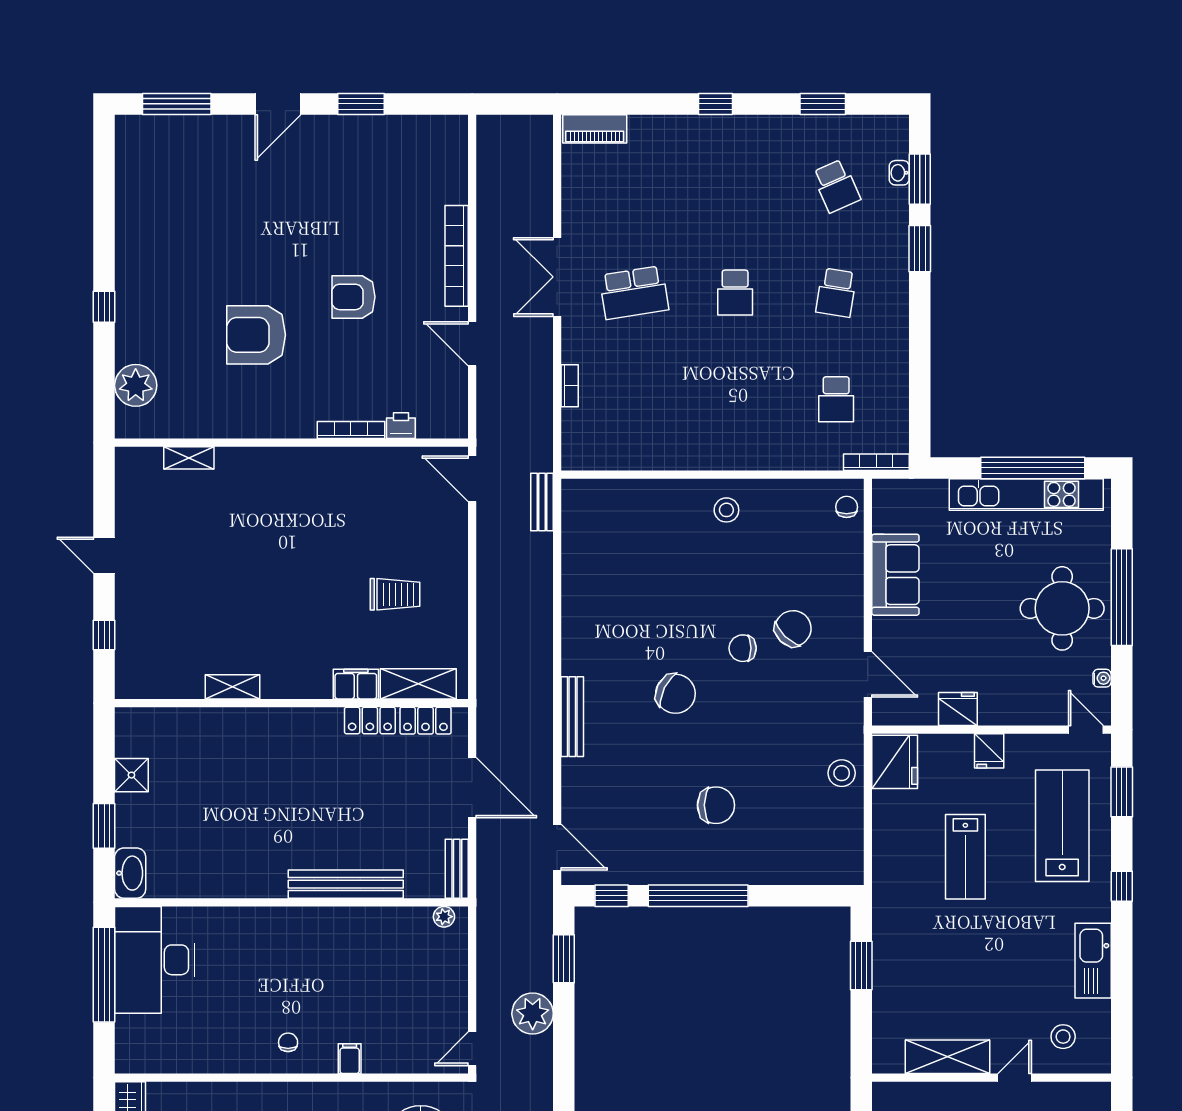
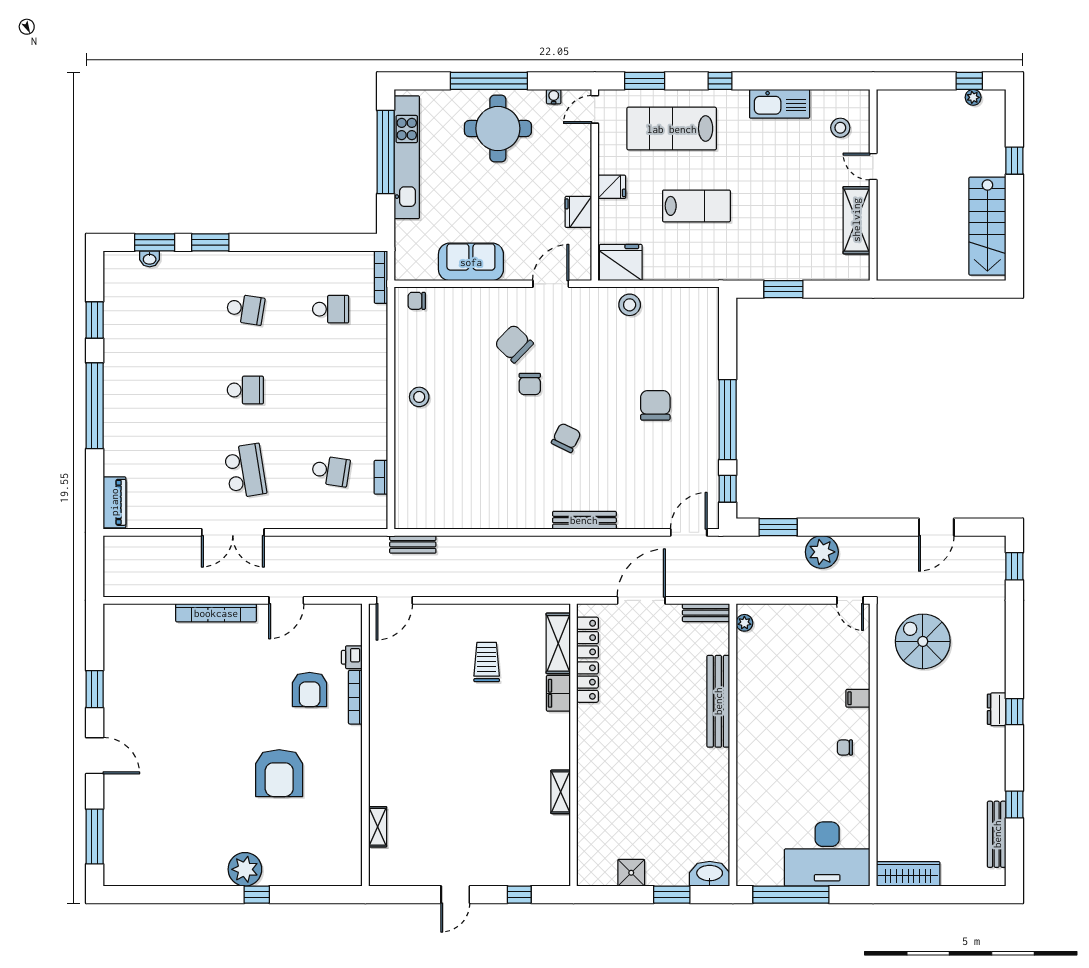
window: (715, 104) -> (95, 406), width x3.17
school desk: (836, 186) -> (331, 471), moved, turned 33
armchair: (354, 297) -> (310, 689), moved
plant: (136, 385) -> (245, 869), moved
bookcase: (570, 386) -> (381, 477), moved, turned -90
chair: (675, 694) -> (566, 438), width x0.73, depth x0.73
desk: (155, 960) -> (827, 854), moved

